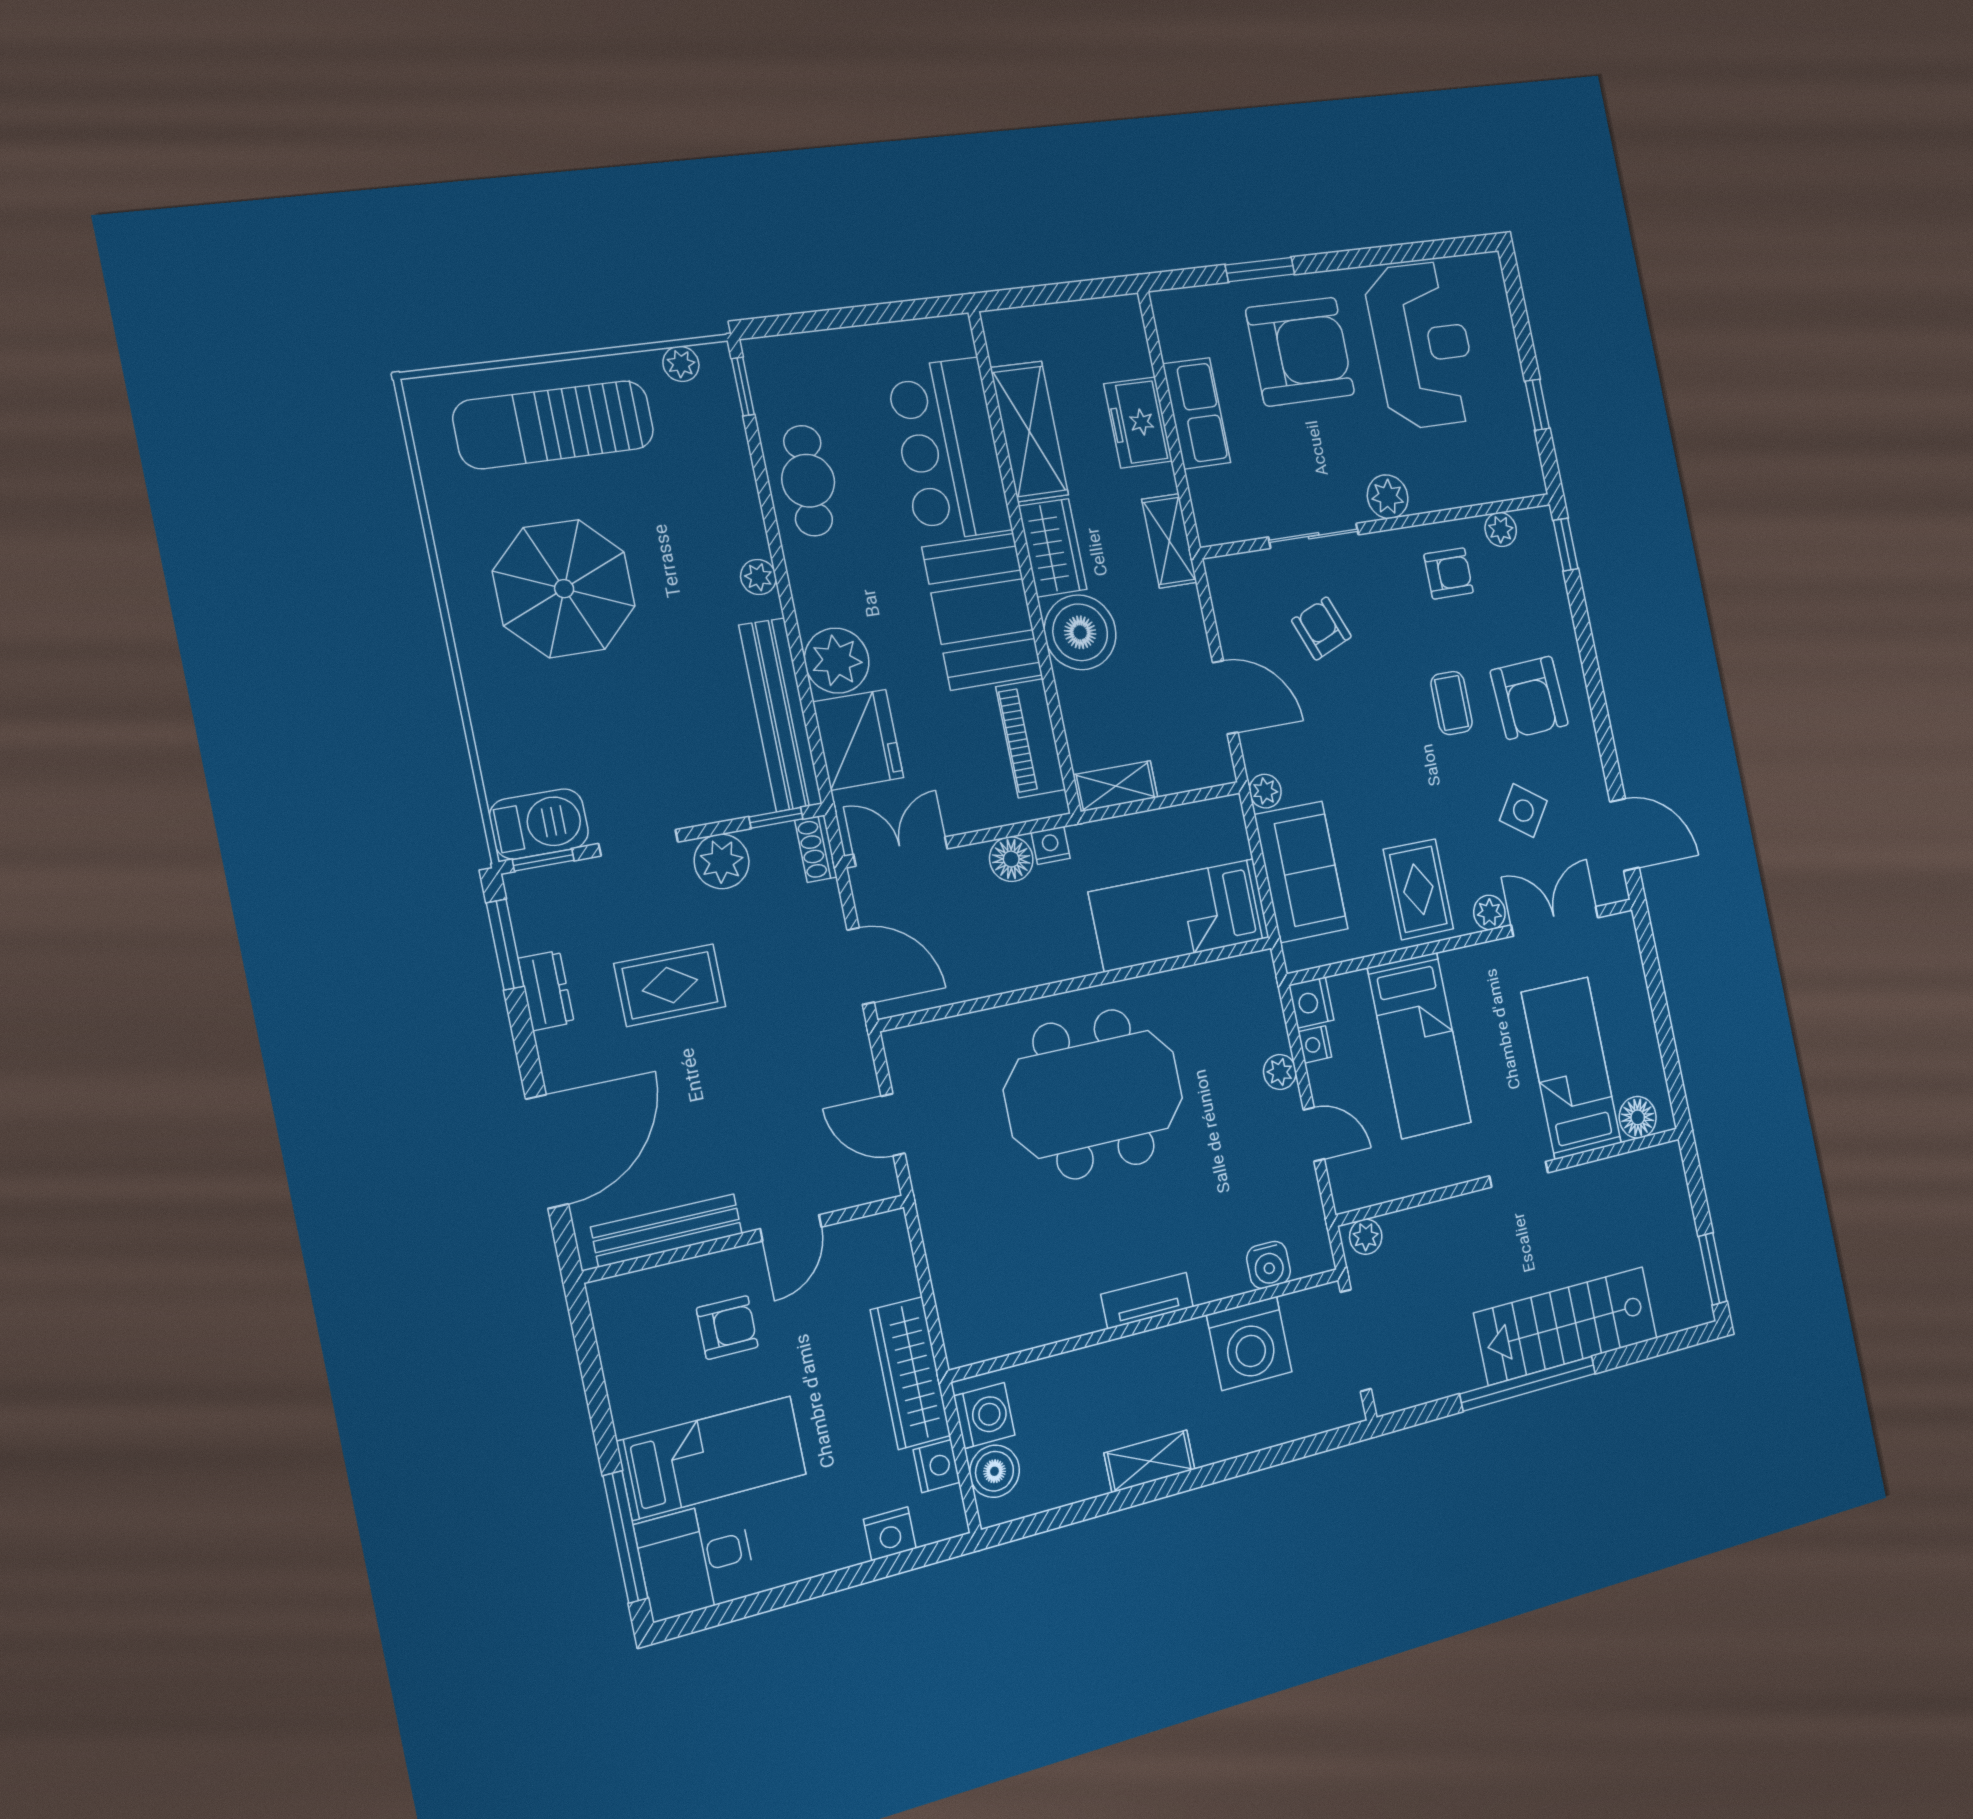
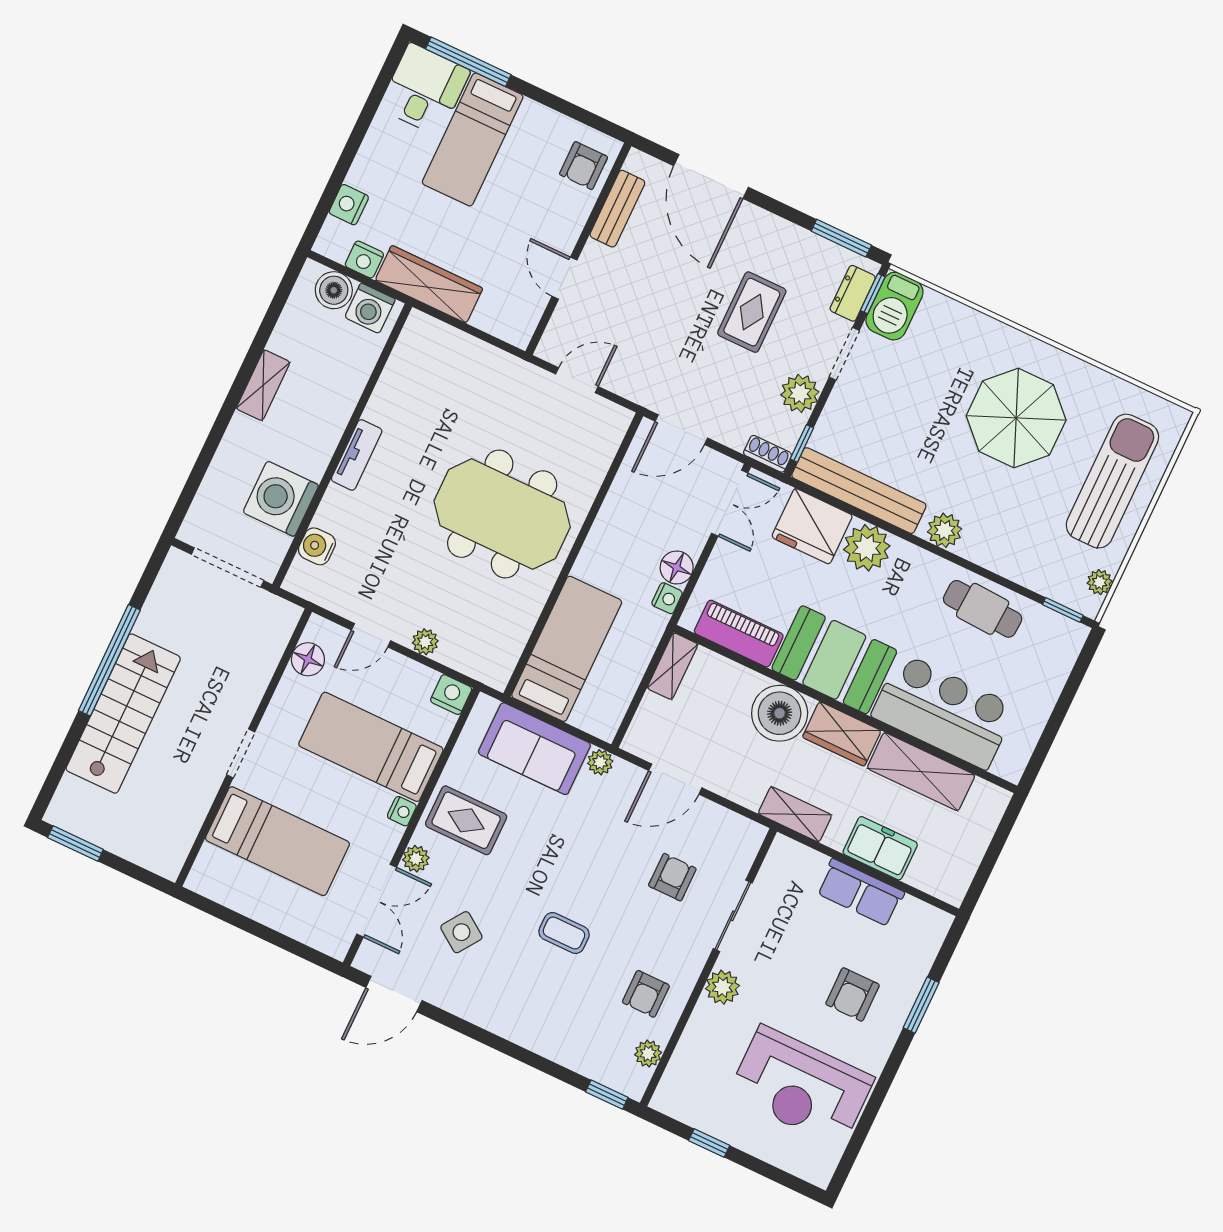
armchair: (1300, 352) -> (852, 994), width x0.53, depth x0.53
plant: (758, 577) -> (945, 530), width x1.38, depth x1.38
armchair: (1321, 628) -> (672, 877), turned -68
armchair: (1529, 698) -> (529, 992), removed
dresser: (546, 991) -> (853, 293), moved, turned 90
nightstand: (1315, 1044) -> (402, 811), moved, turned 90
meeting table: (1094, 1094) -> (502, 514), turned 90
floor lamp: (1638, 1117) -> (308, 659), moved
bench: (667, 1230) -> (617, 209), width x0.73
plant: (1366, 1237) -> (284, 622), removed
armchair: (727, 1328) -> (584, 166), moved

